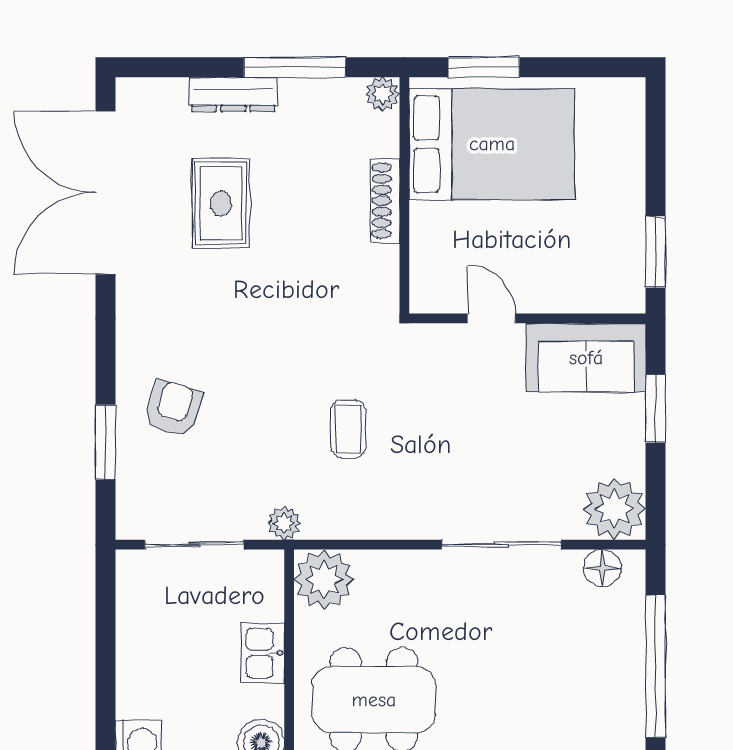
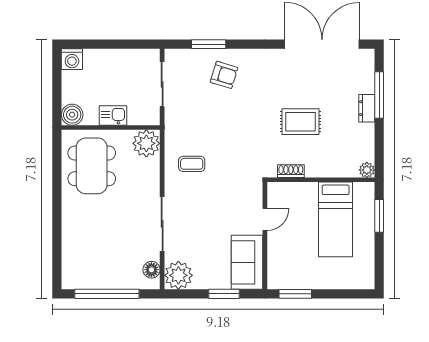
window: (295, 67) -> (379, 95), moved
dresser: (233, 94) -> (367, 108), width x0.70
bed: (492, 144) -> (336, 219), width x0.67
shoe rack: (385, 201) -> (291, 171), moved, width x0.70
rug: (221, 203) -> (300, 122), moved
coffee table: (348, 429) -> (192, 164), moved
plant: (284, 523) -> (172, 125), removed

